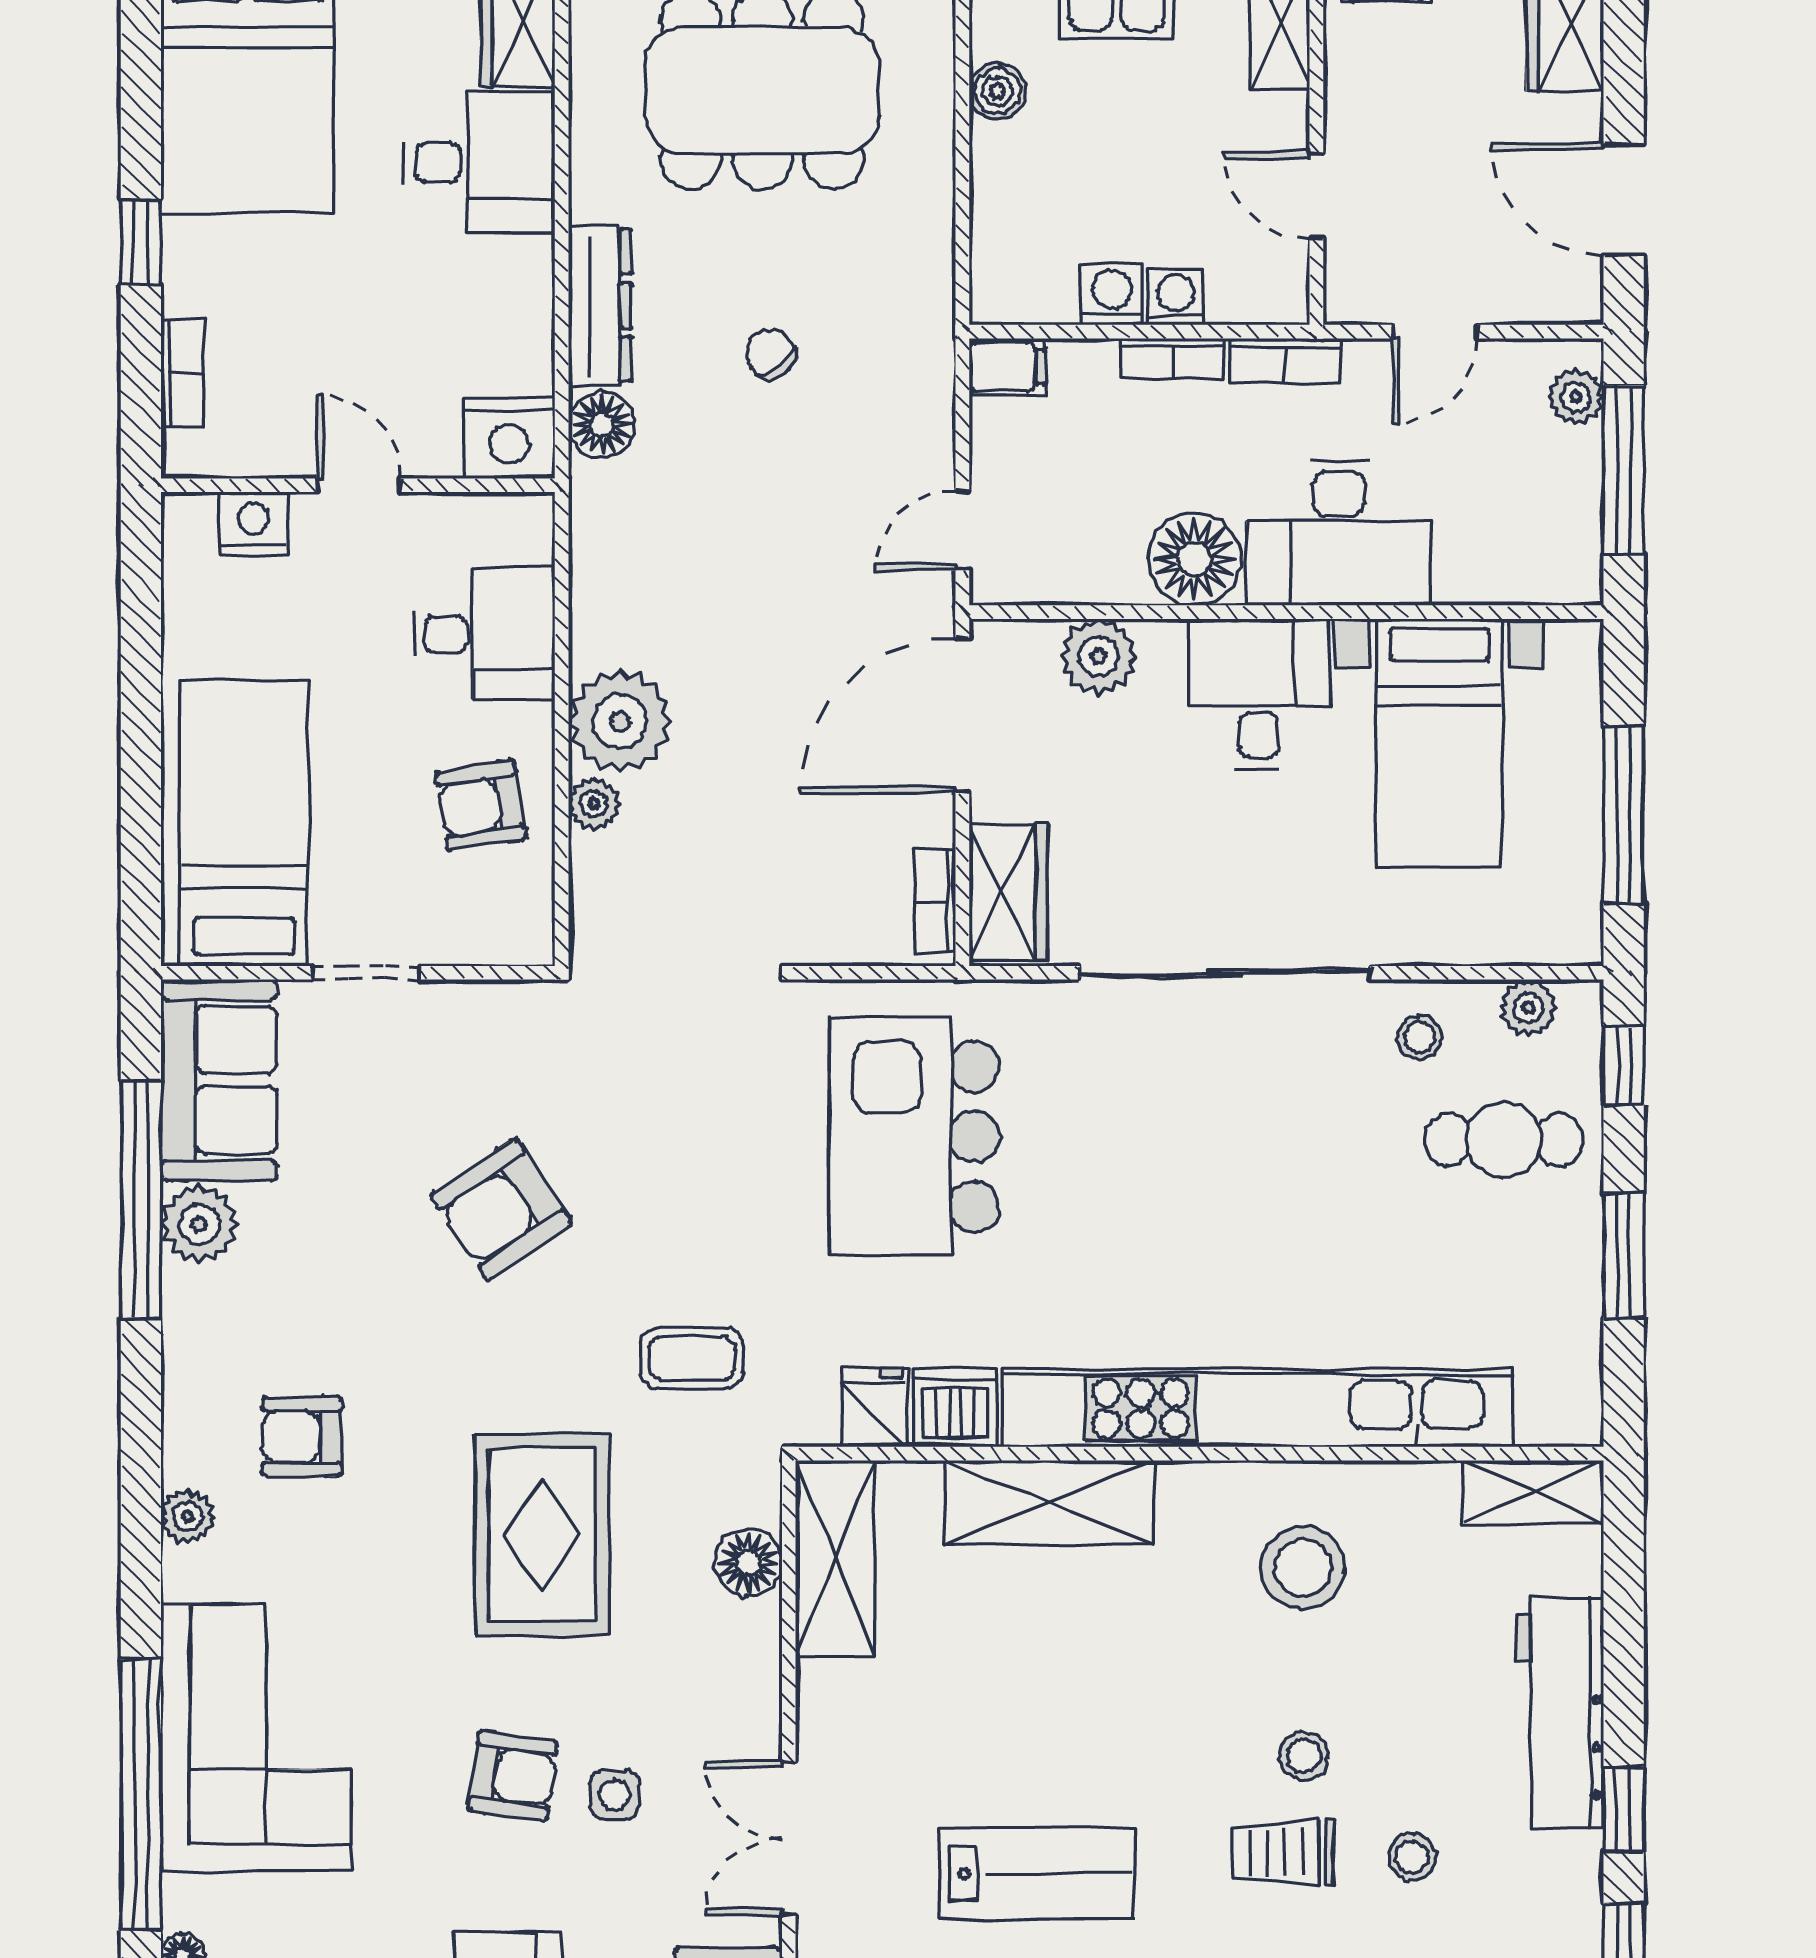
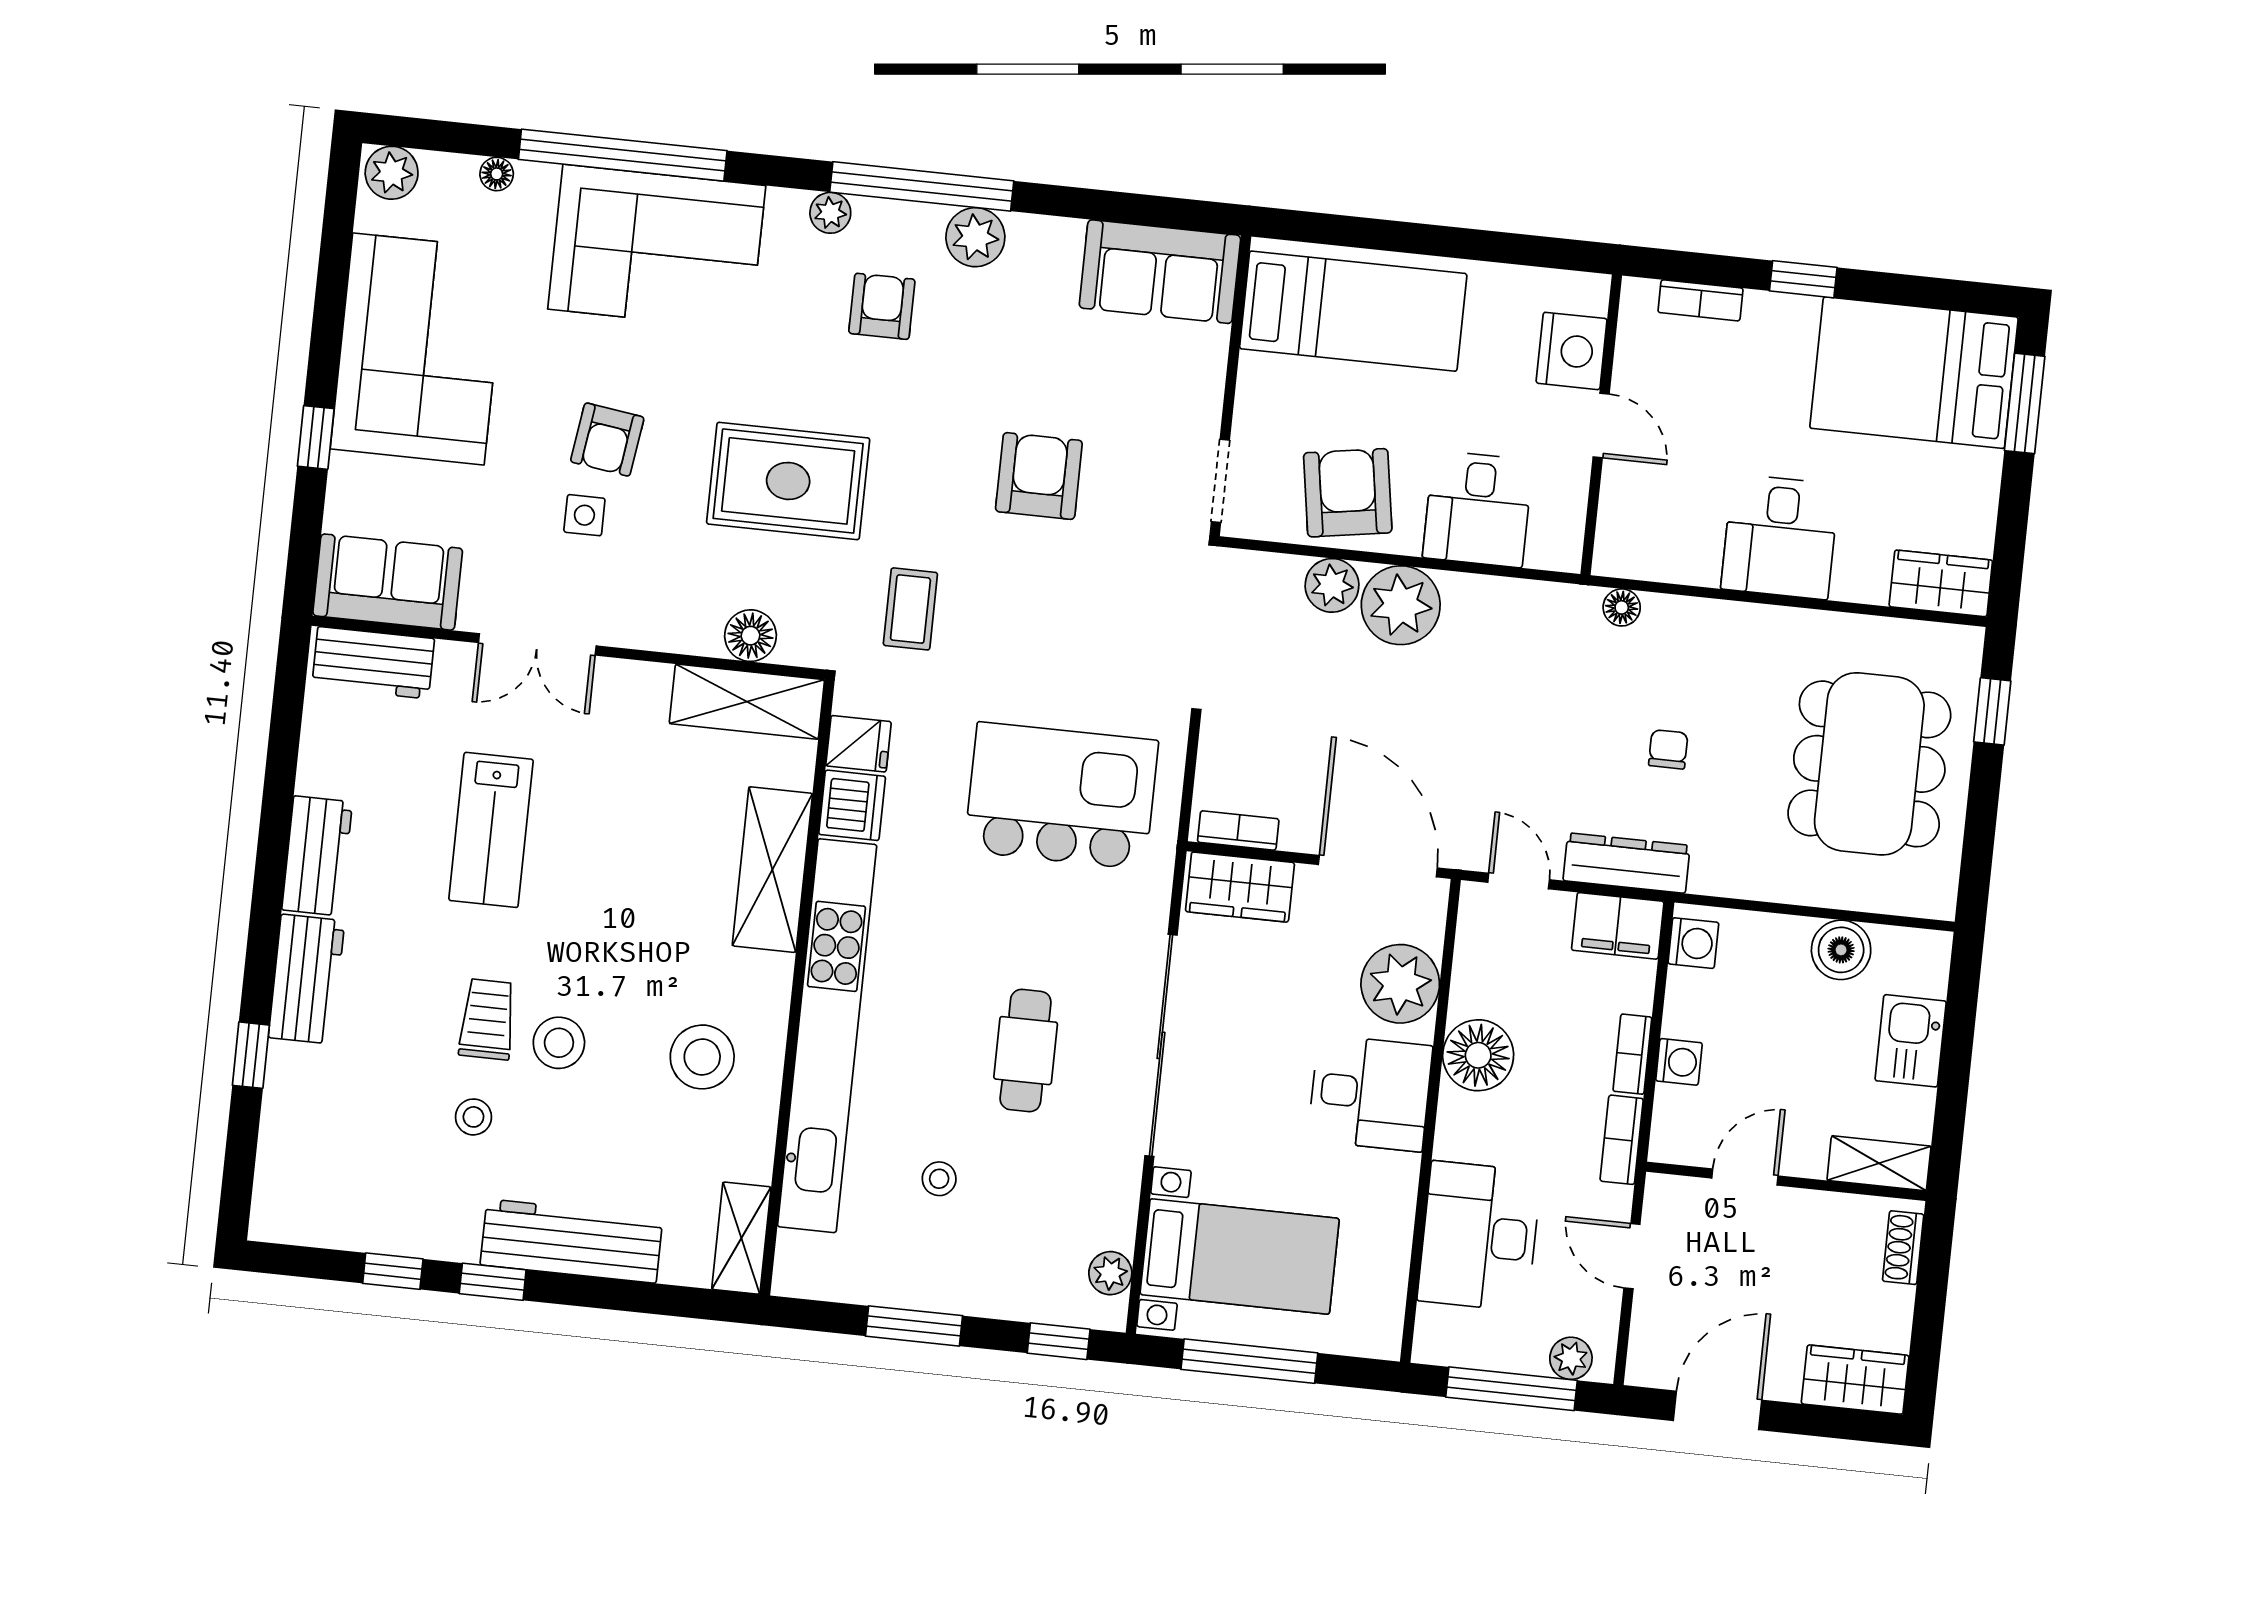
boiler: (998, 91) -> (1841, 950), width x1.36, depth x1.36
desk: (479, 162) -> (1780, 537), moved
washing machine: (1112, 294) -> (1693, 943), moved
dresser: (600, 306) -> (1627, 863), moved, turned 180
chair: (771, 354) -> (1668, 749), turned -54
filing cabinet: (1007, 367) -> (1618, 926), width x2.00
floor lamp: (602, 425) -> (1622, 607), width x0.73, depth x0.73
nightstand: (510, 438) -> (1625, 544), removed
door: (359, 485) -> (1601, 426), hinge flipped
nightstand: (254, 523) -> (1572, 351), width x1.36, depth x1.33
desk: (1339, 533) -> (1479, 1236), moved
plant: (1099, 656) -> (1400, 984), width x1.36, depth x1.36
bed with nightstands: (1439, 743) -> (1240, 1256), moved, turned 180
plant: (594, 804) -> (1332, 585), width x1.38, depth x1.38
armchair: (481, 805) -> (1348, 493), width x1.38, depth x1.38
doorway: (366, 973) -> (1220, 481), moved
stool: (1420, 1037) -> (939, 1179), moved
cafe table: (1504, 1140) -> (1026, 1051), moved
window: (141, 1199) -> (922, 186), moved
armchair: (501, 1209) -> (1039, 476), turned 34
plant: (199, 1224) -> (975, 237), moved
stool: (1304, 1756) -> (559, 1043), width x1.37, depth x1.37
double door: (789, 1839) -> (537, 644), swing flipped

